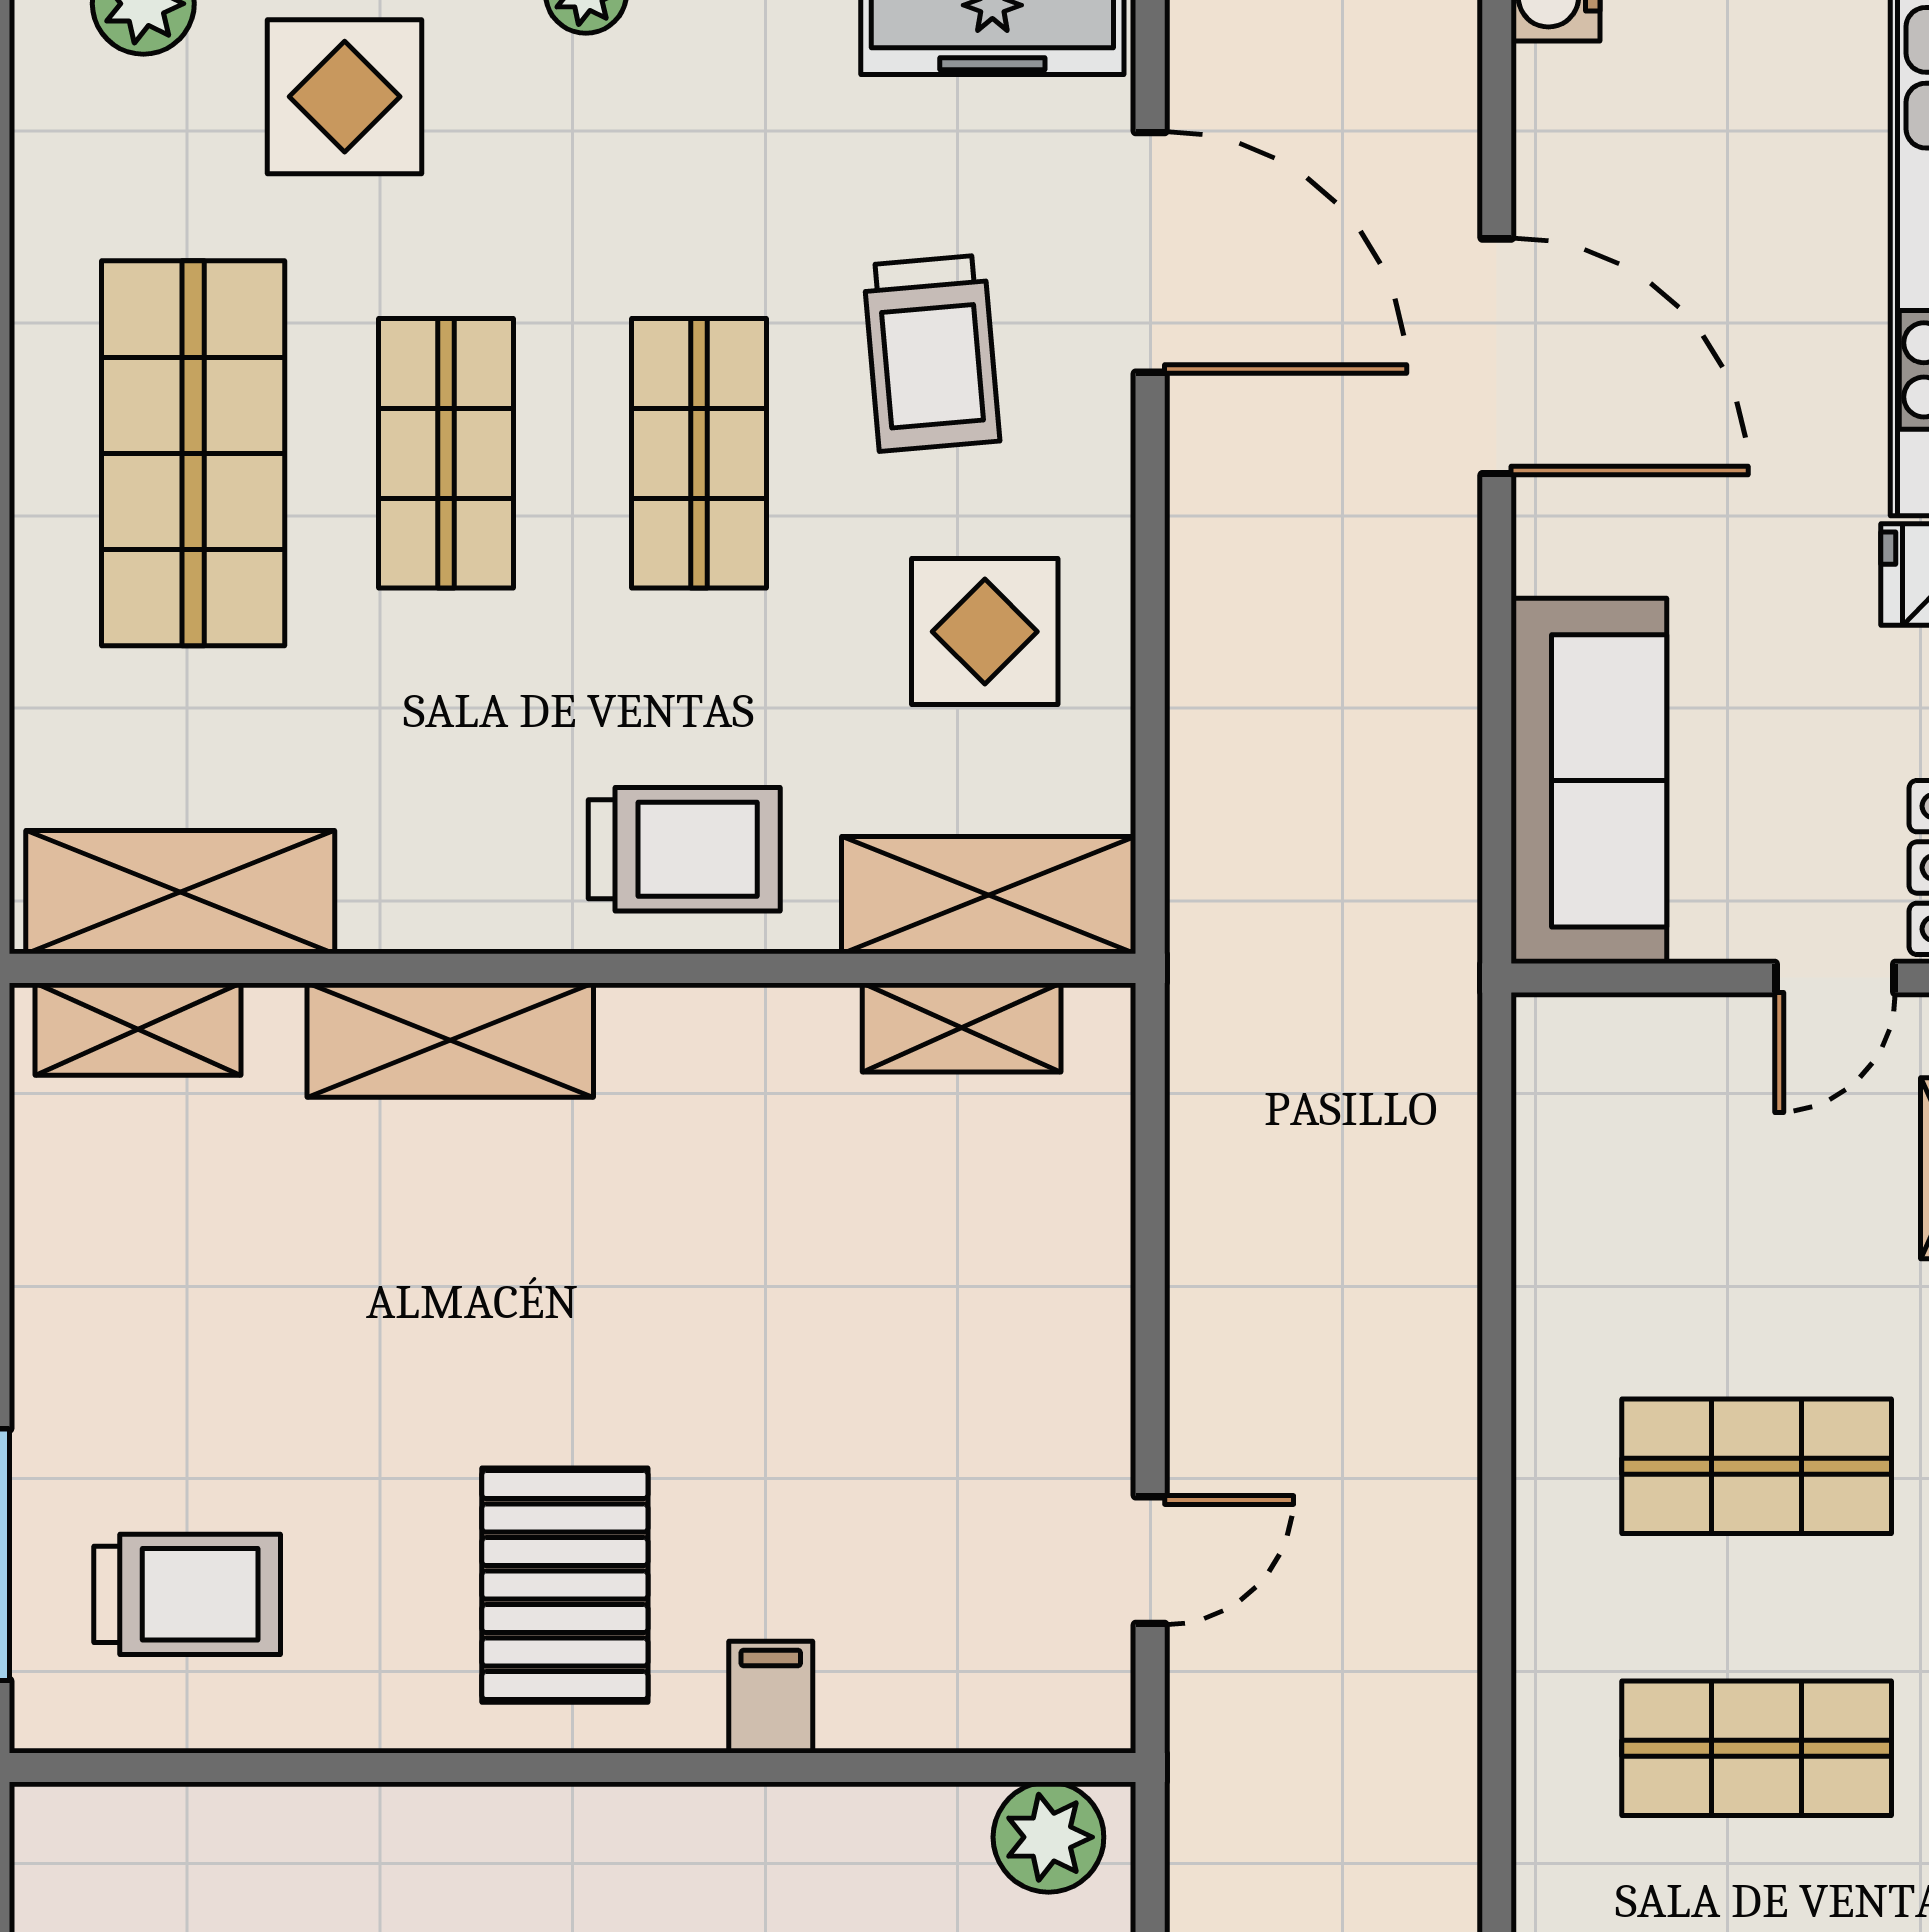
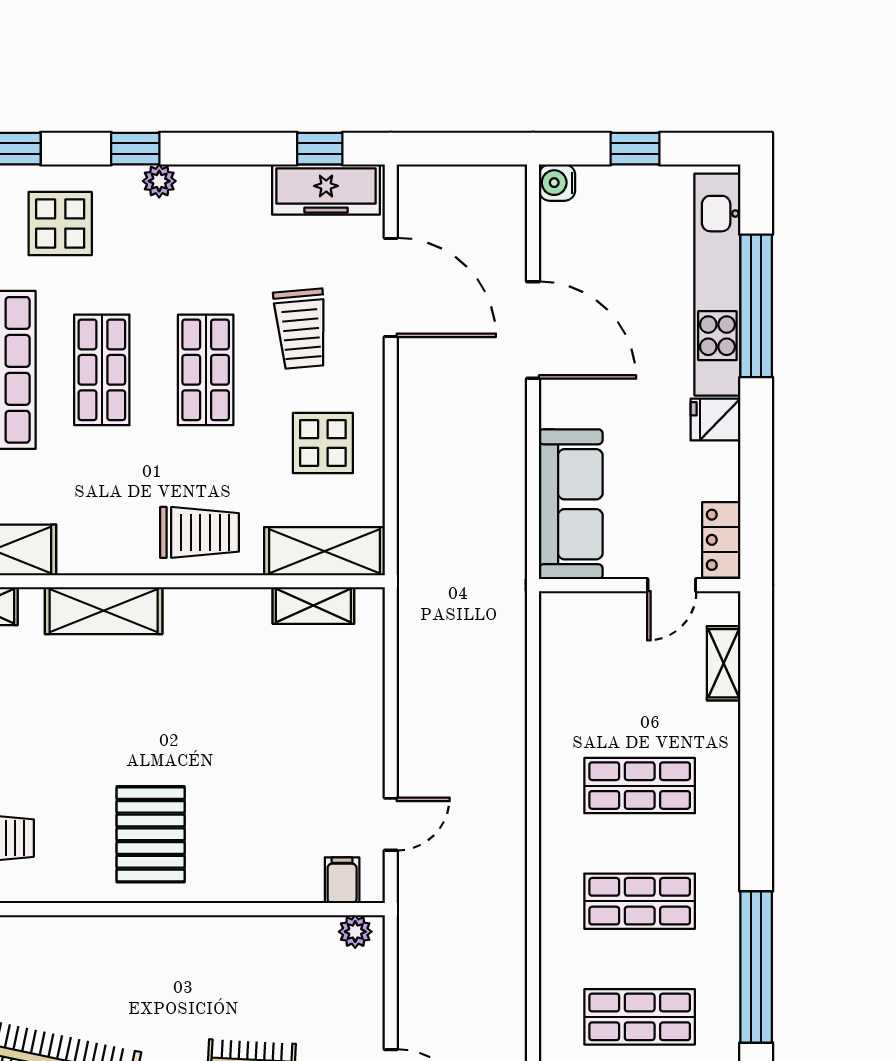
filing cabinet: (771, 1697) -> (342, 880), moved
plant: (1048, 1837) -> (355, 932), width x0.73, depth x0.73

